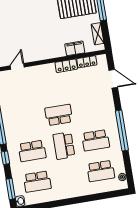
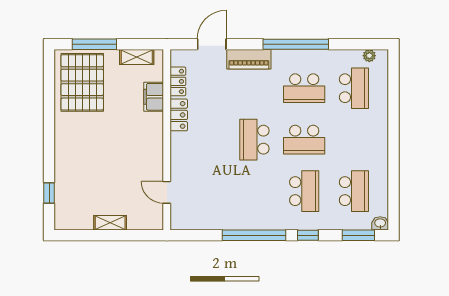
piano: (108, 103) -> (249, 59), added
school desk: (96, 140) -> (304, 88), turned 90

